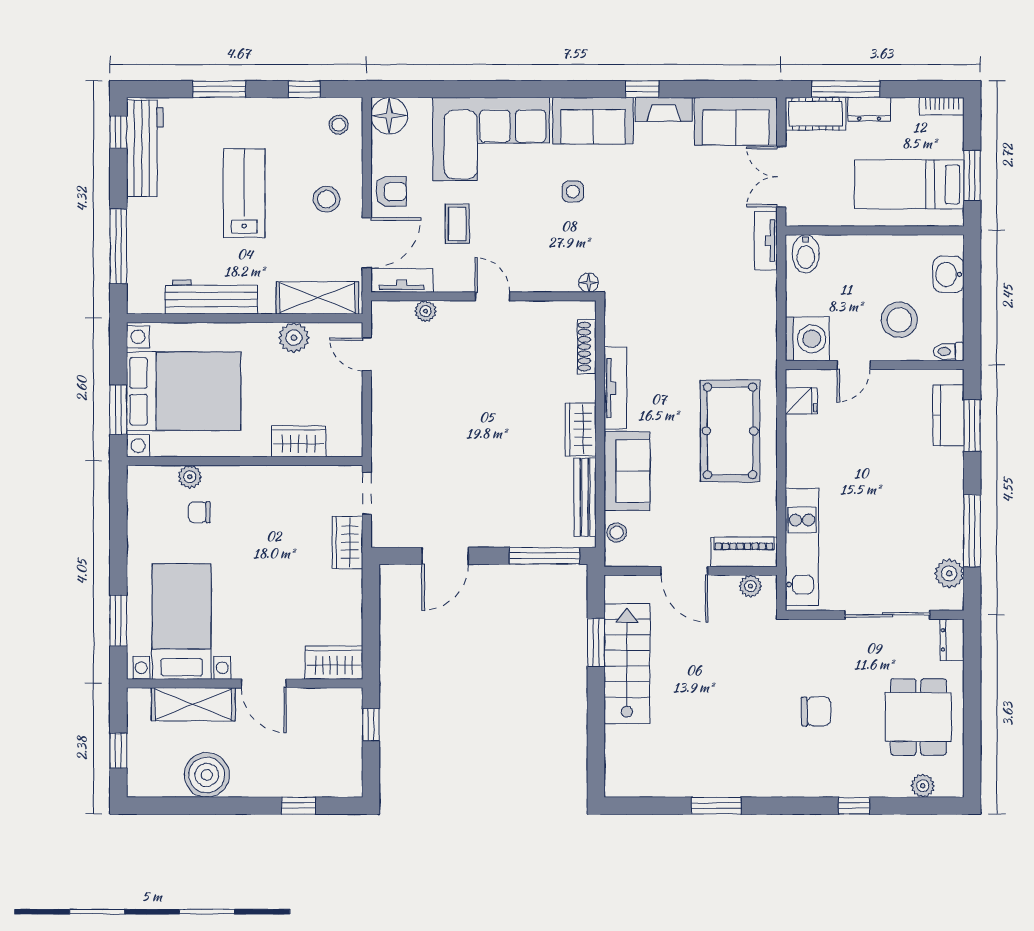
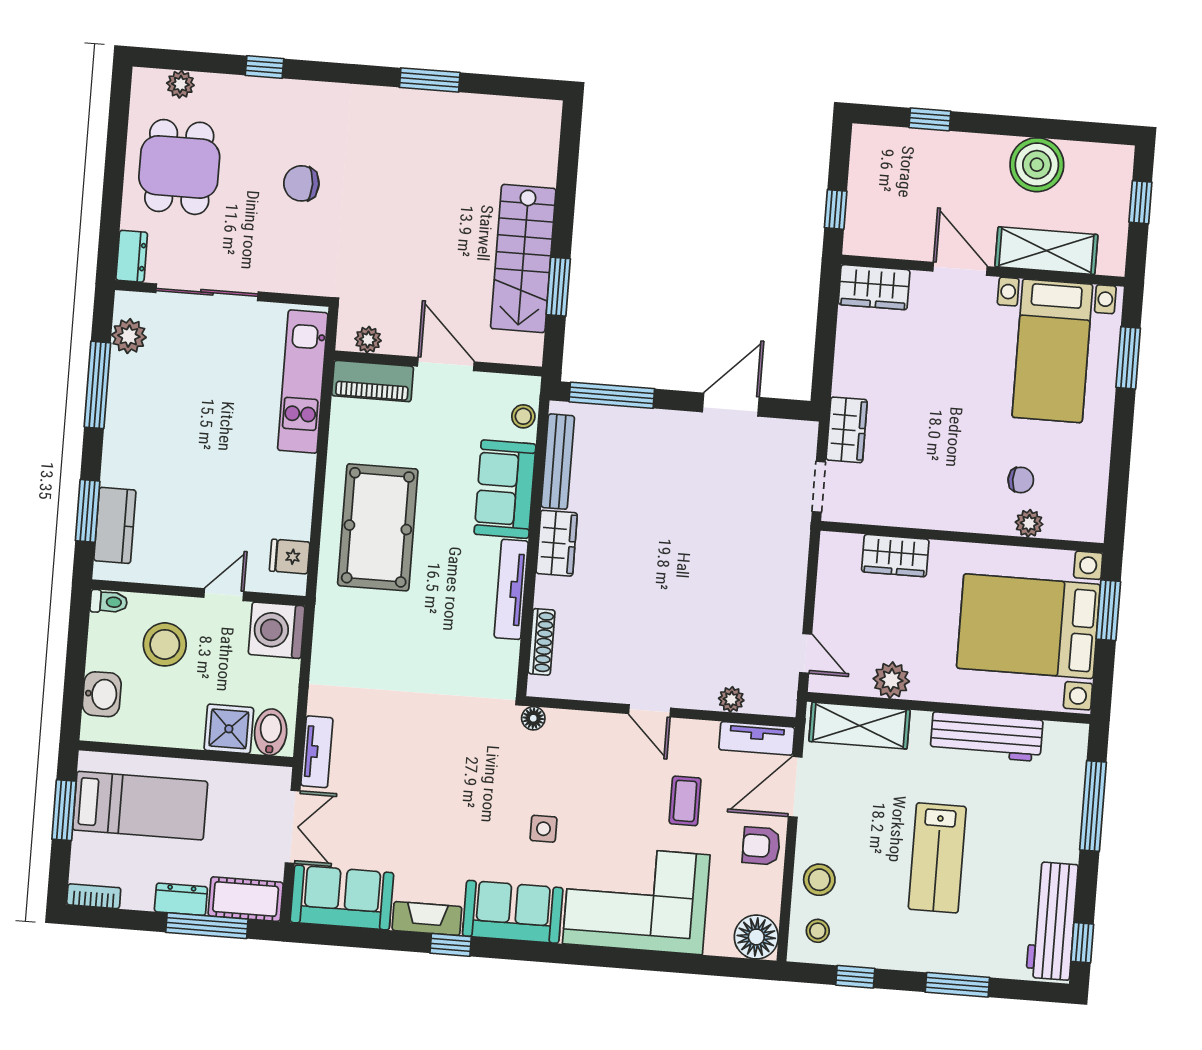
stool: (327, 199) -> (819, 880), moved
shower: (841, 254) -> (229, 729), added

